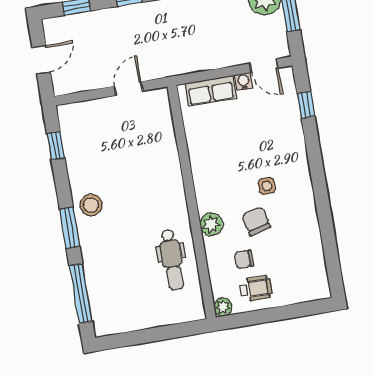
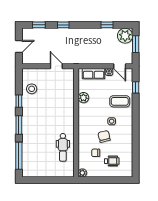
door: (129, 88) -> (56, 66), hinge flipped
coffee table: (277, 141) -> (120, 101), added
window: (56, 146) -> (19, 101), moved
stool: (91, 205) -> (32, 89), moved
plant: (211, 224) -> (83, 98), moved
wheelchair: (256, 289) -> (112, 161), moved

